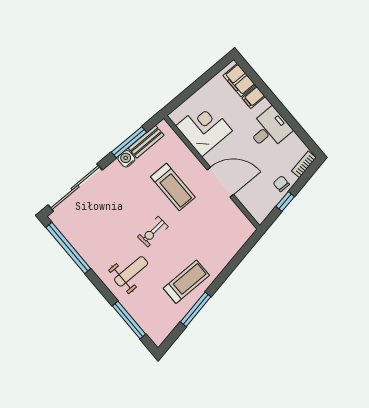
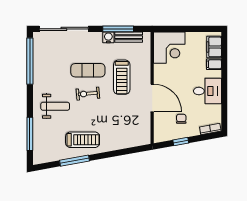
corner desk: (204, 128) -> (169, 48), moved, turned 90
chair: (281, 184) -> (181, 119), moved
exercise mat: (134, 208) -> (88, 70), added

